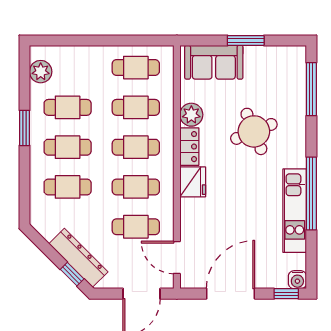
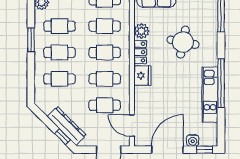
round table: (254, 131) -> (183, 42), turned 33
water cooler: (297, 280) -> (193, 140), moved

